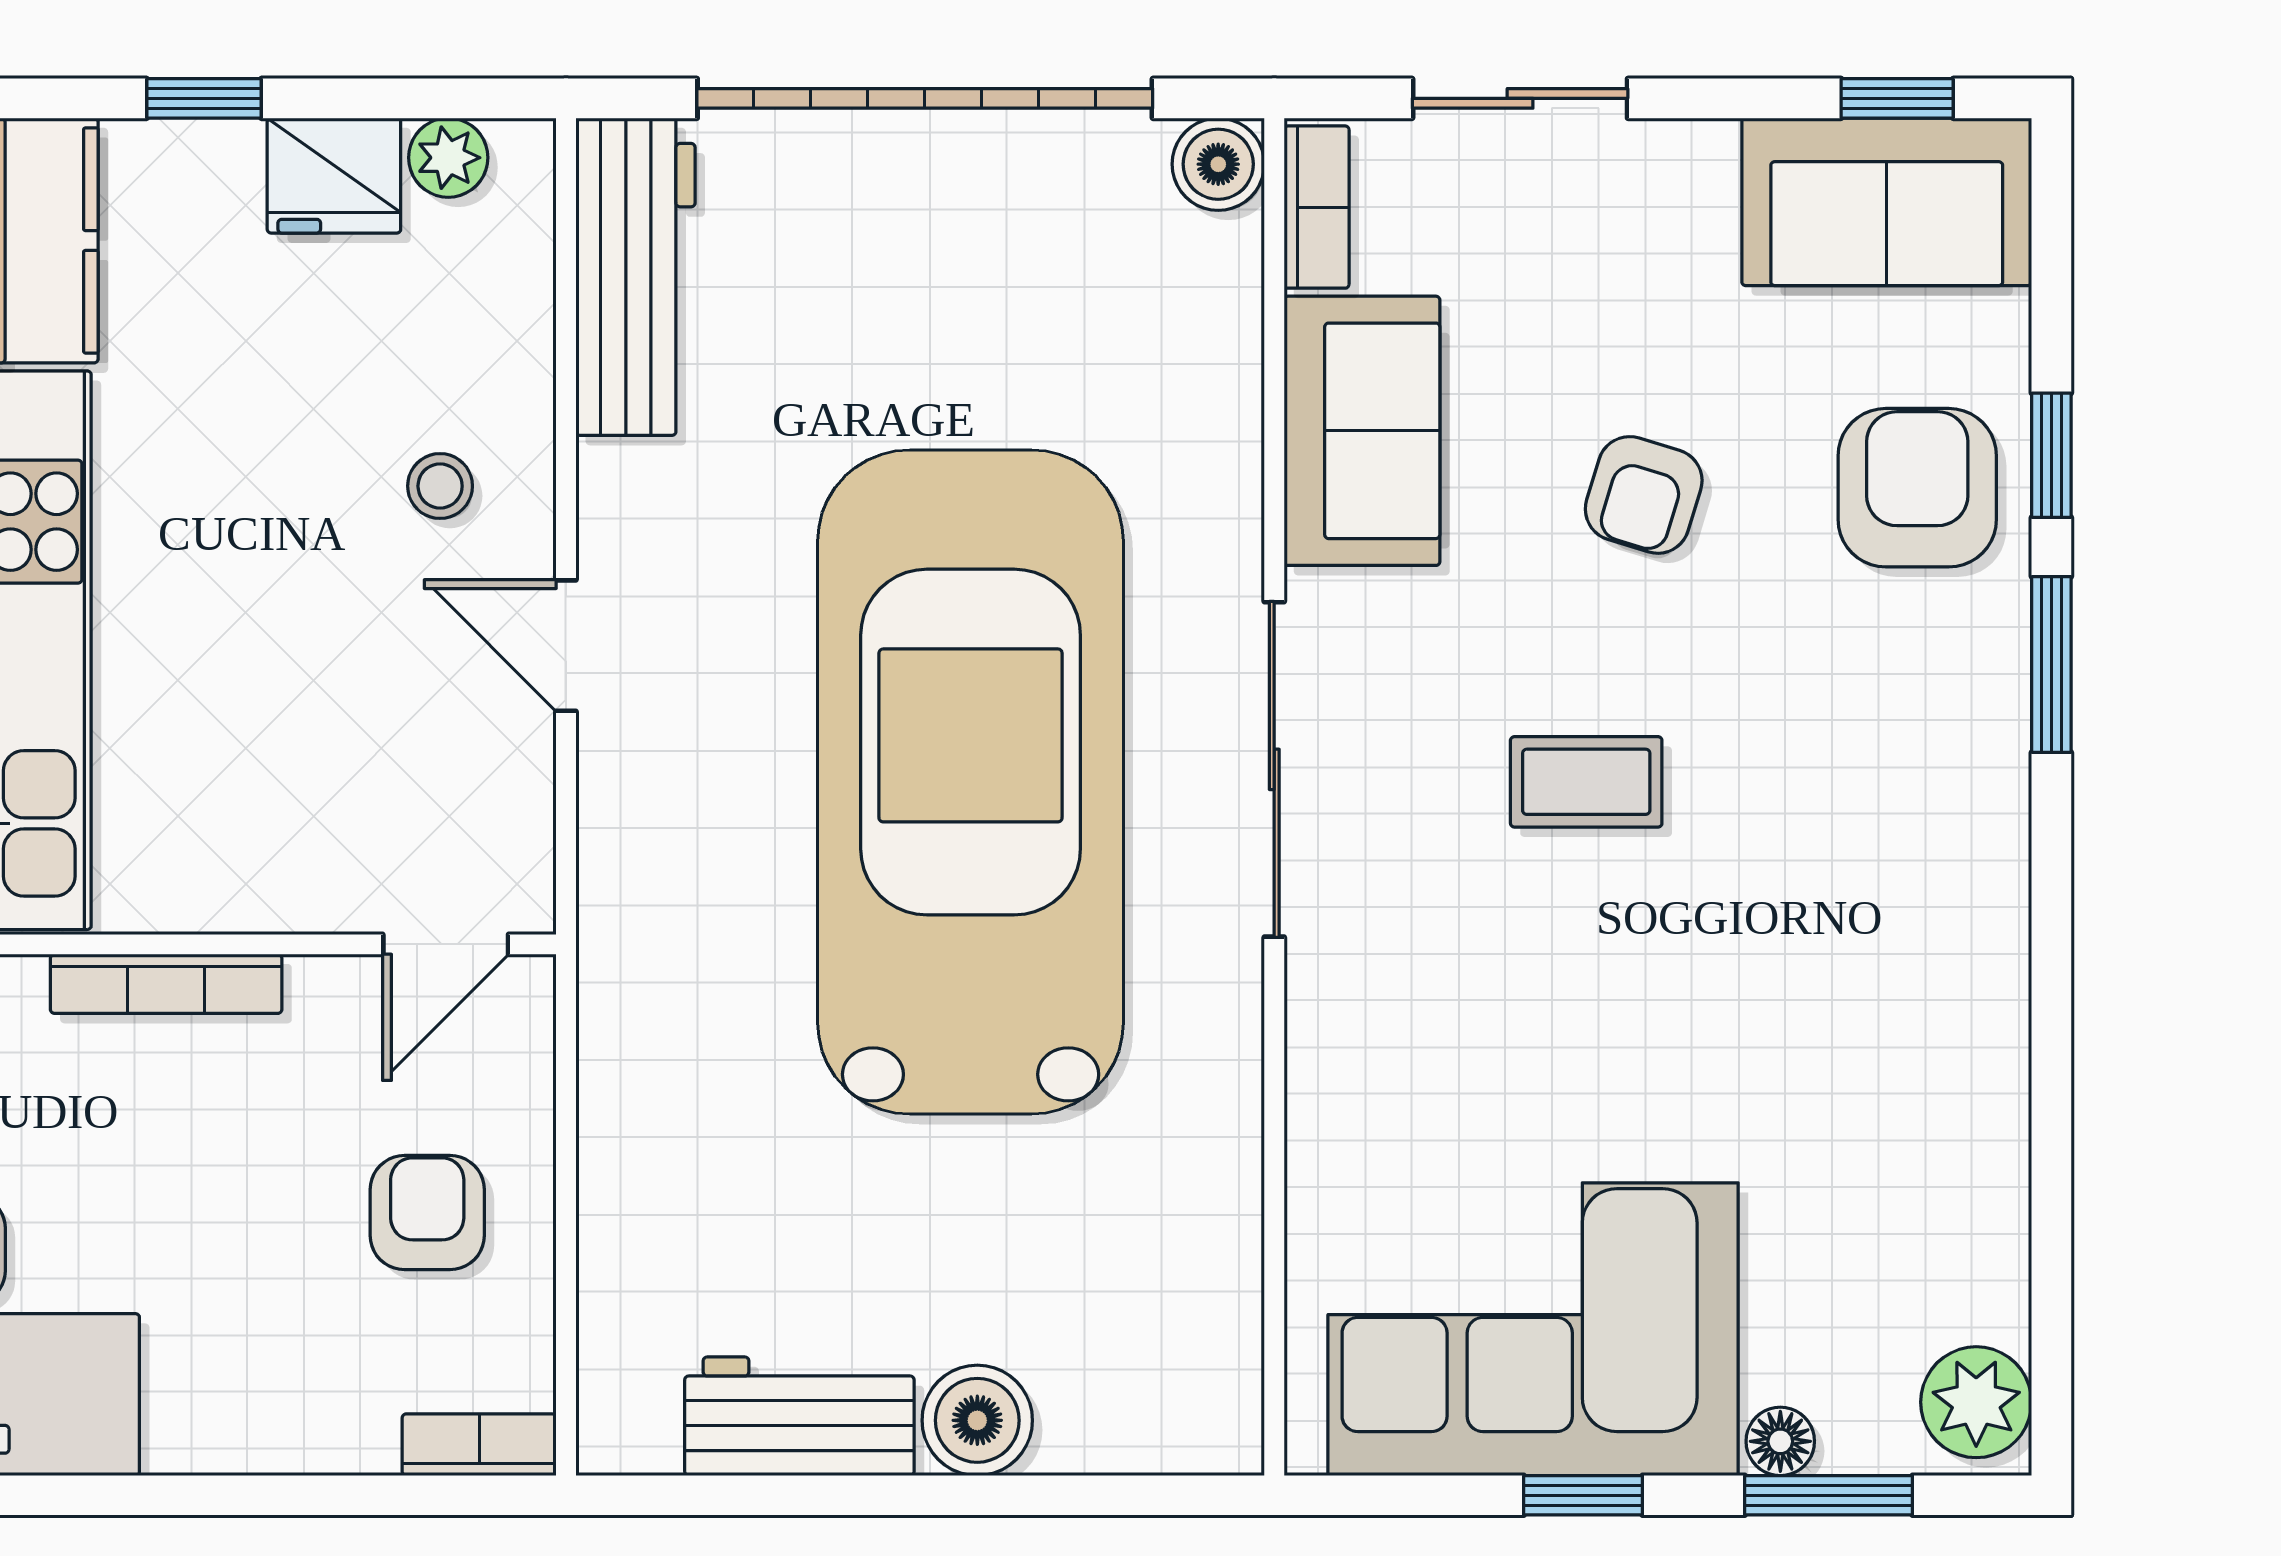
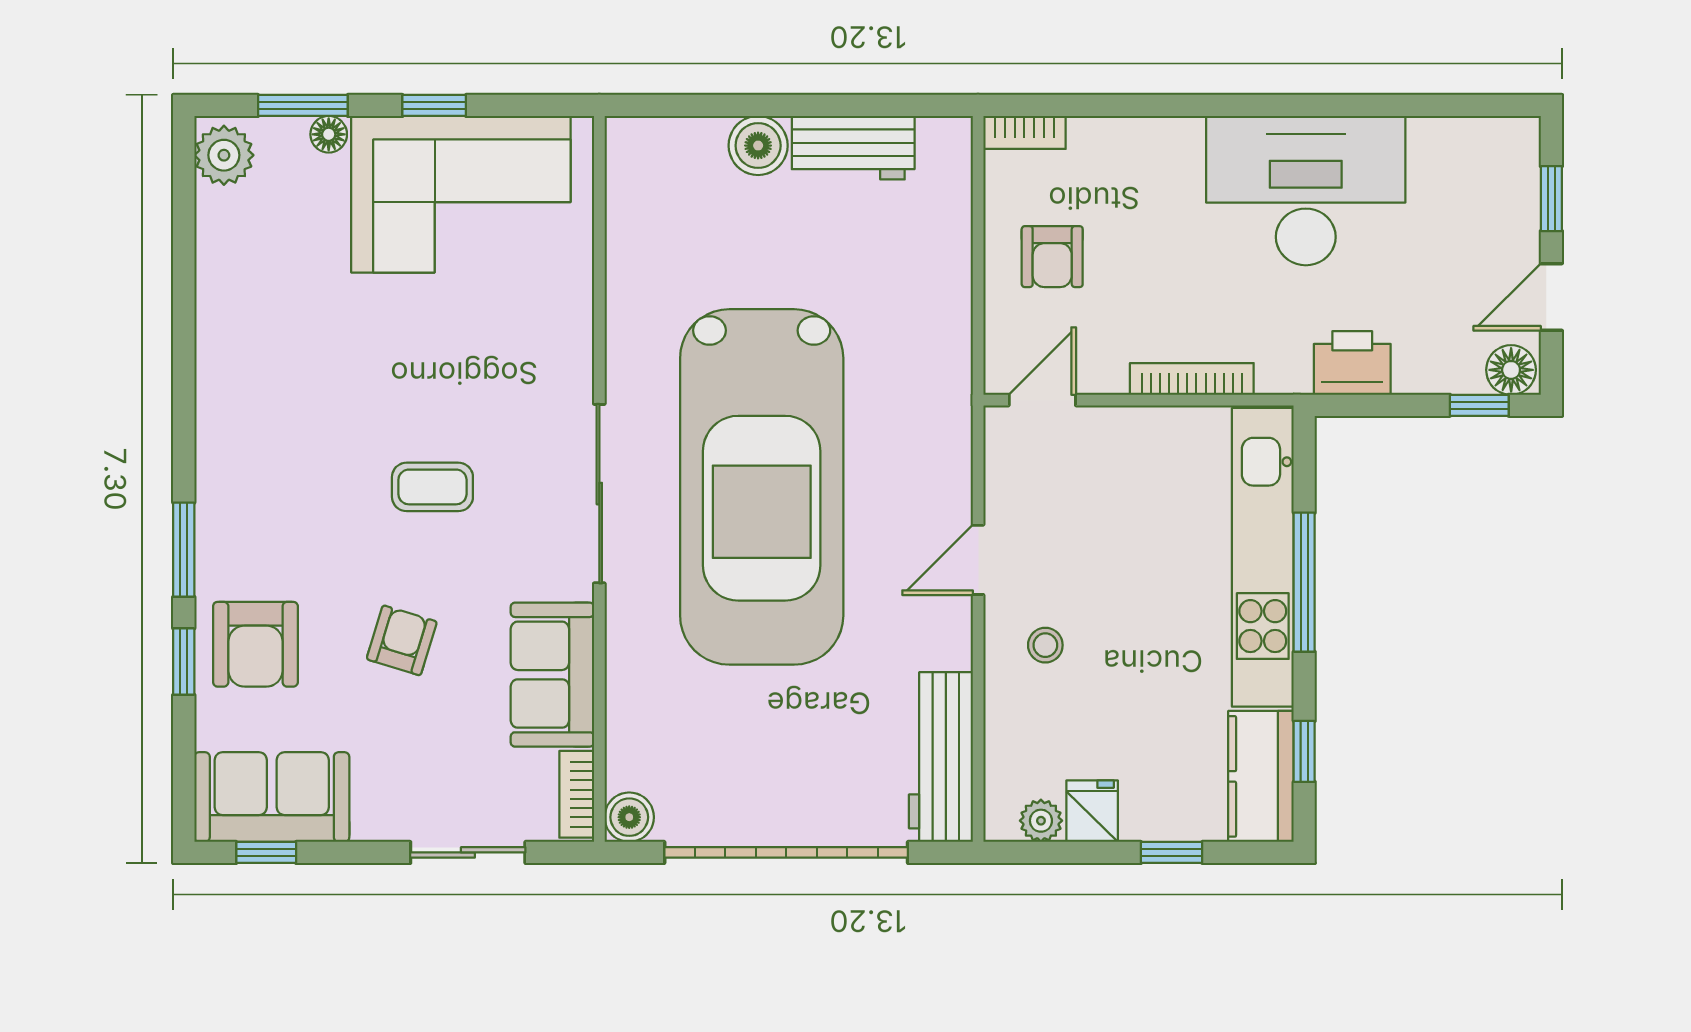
fridge: (334, 176) -> (1092, 811), width x0.72
door: (566, 646) -> (978, 560), swing flipped

